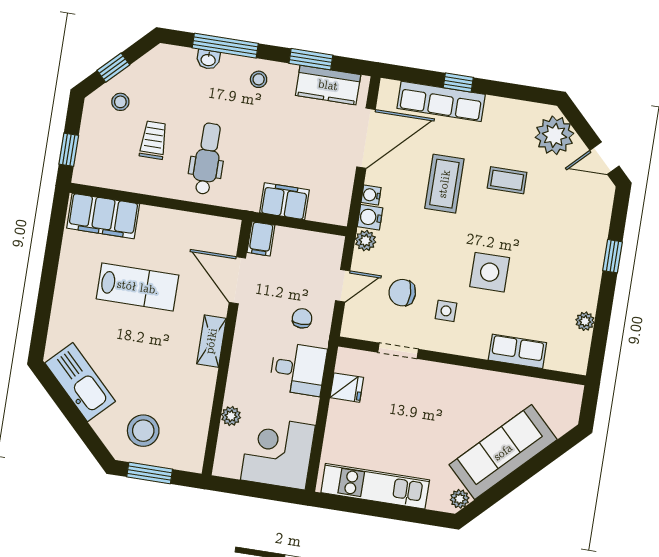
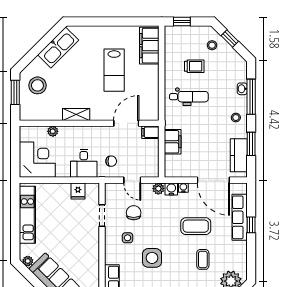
shelving: (211, 341) -> (76, 114), moved

